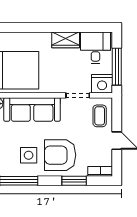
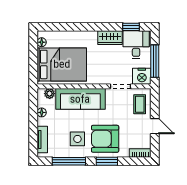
window: (90, 27) -> (131, 27), added
window: (74, 181) -> (107, 161), moved

